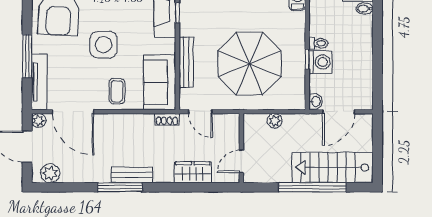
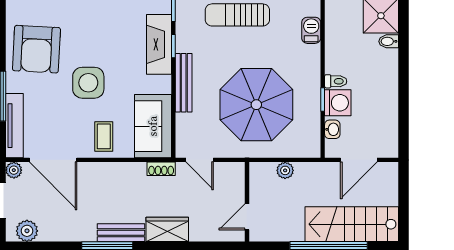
bench: (186, 62) -> (184, 83), moved
washbasin: (316, 102) -> (332, 129), moved
wardrobe: (193, 172) -> (167, 229), moved

